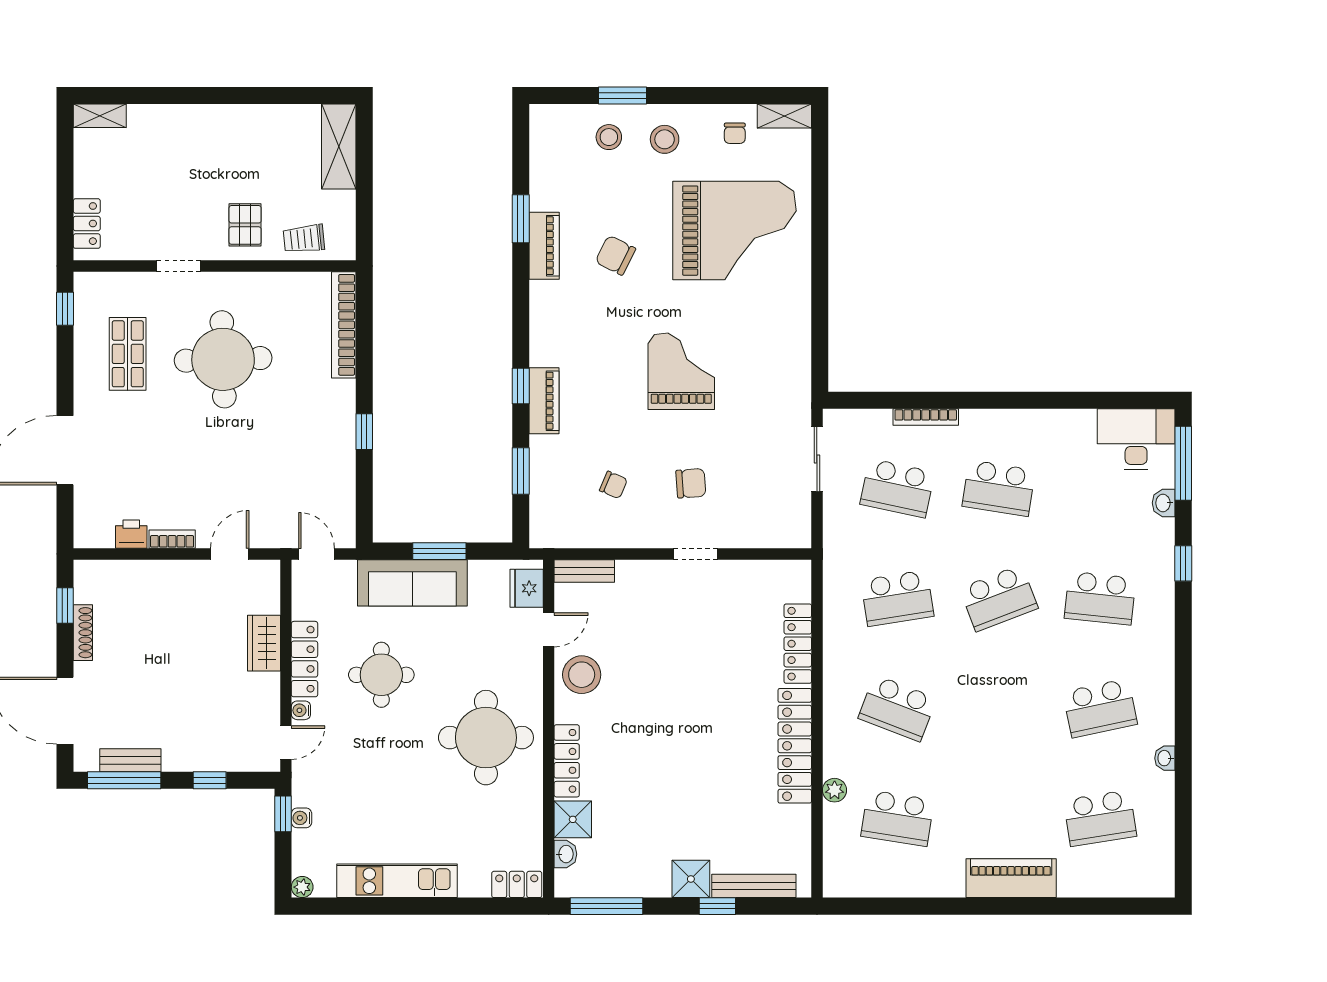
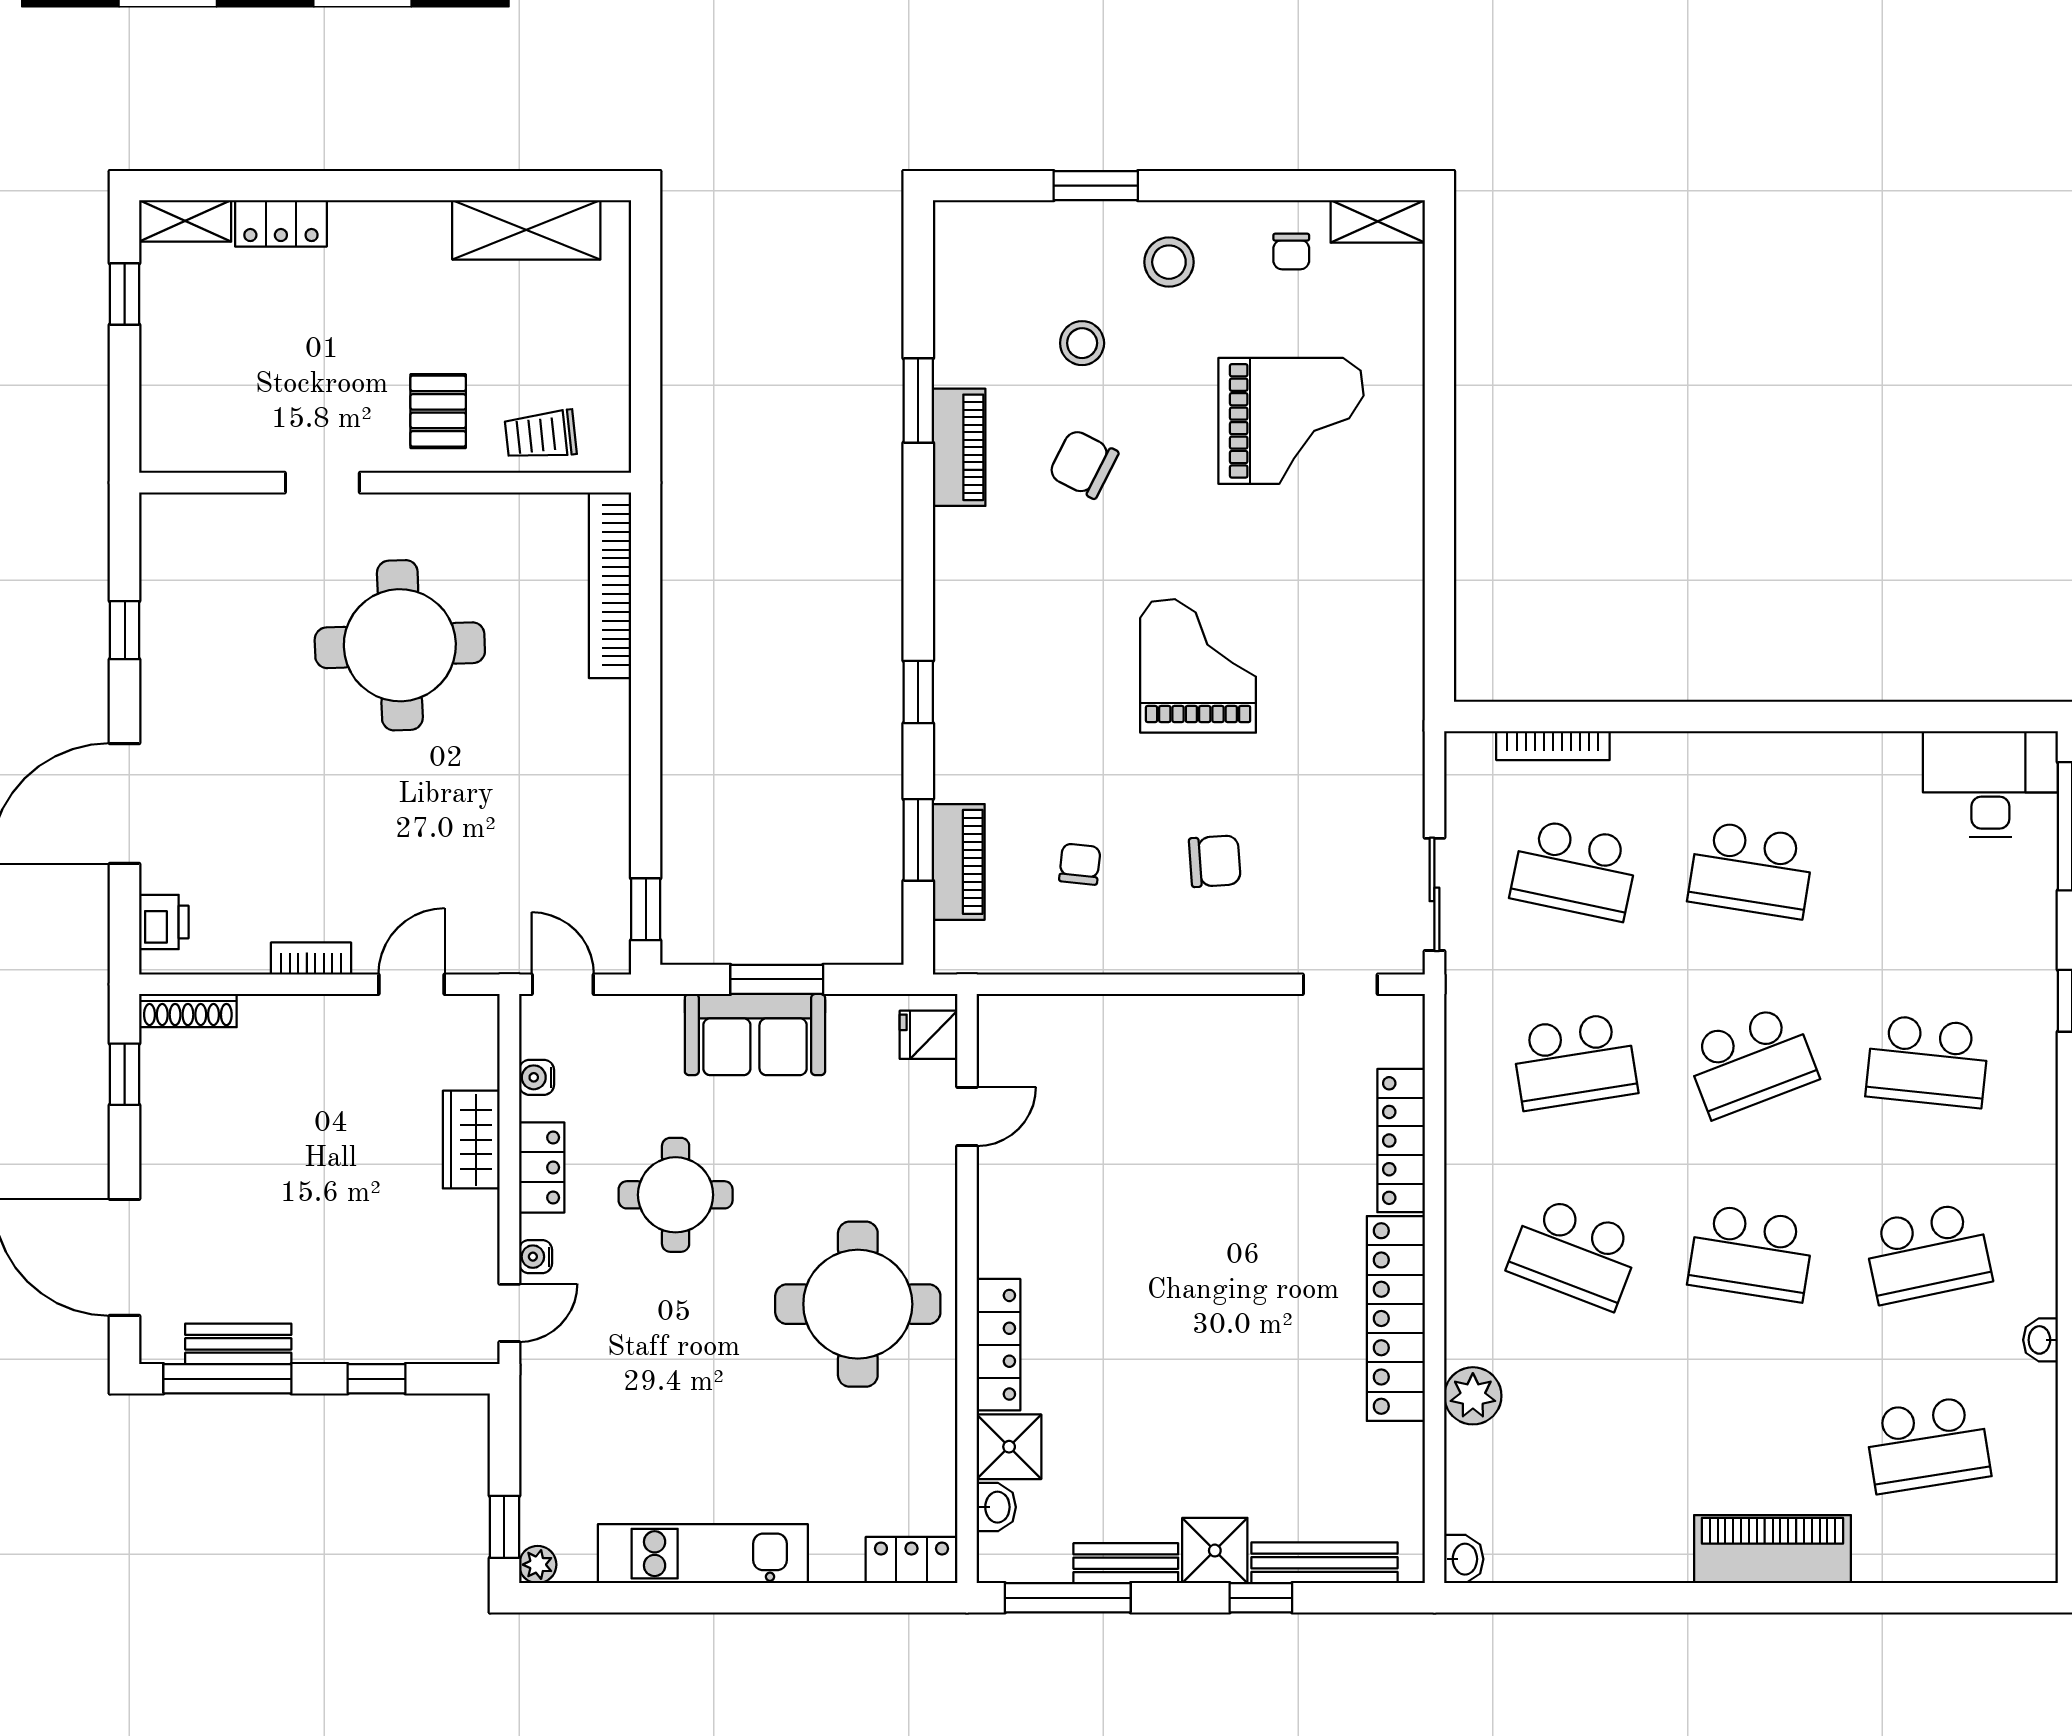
stool: (609, 137) -> (1082, 343), moved
shelving: (339, 146) -> (526, 230), moved, turned 90
window: (65, 158) -> (125, 294), added
locker: (87, 224) -> (281, 223), moved, turned 90
grand piano: (735, 231) -> (1291, 421), width x0.73, depth x0.68
window: (65, 309) -> (125, 630), moved
shop shelf: (128, 354) -> (234, 636), removed
piano: (544, 401) -> (959, 862), moved
bookcase: (926, 417) -> (1553, 746), moved
window: (364, 432) -> (646, 909), moved
sliding door: (817, 459) -> (1434, 894), moved
chair: (613, 485) -> (1080, 864), turned -107
washbasin: (1164, 503) -> (1464, 1559), moved, turned 180
printer: (131, 534) -> (164, 922), moved, turned 90
doorway: (695, 554) -> (1340, 984), moved
bench: (584, 571) -> (1126, 1563), moved
sofa: (412, 583) -> (755, 1035), width x0.73
fridge: (527, 588) -> (928, 1035), width x0.72
shoe rack: (83, 633) -> (188, 1011), moved, turned 90
locker: (305, 659) -> (542, 1167), width x0.66
stool: (582, 675) -> (1025, 1195), removed
plant: (835, 790) -> (1473, 1396), width x1.38, depth x1.38
window: (283, 814) -> (504, 1527), moved
water cooler: (302, 818) -> (537, 1077), moved
school desk: (897, 818) -> (1751, 1253), moved

